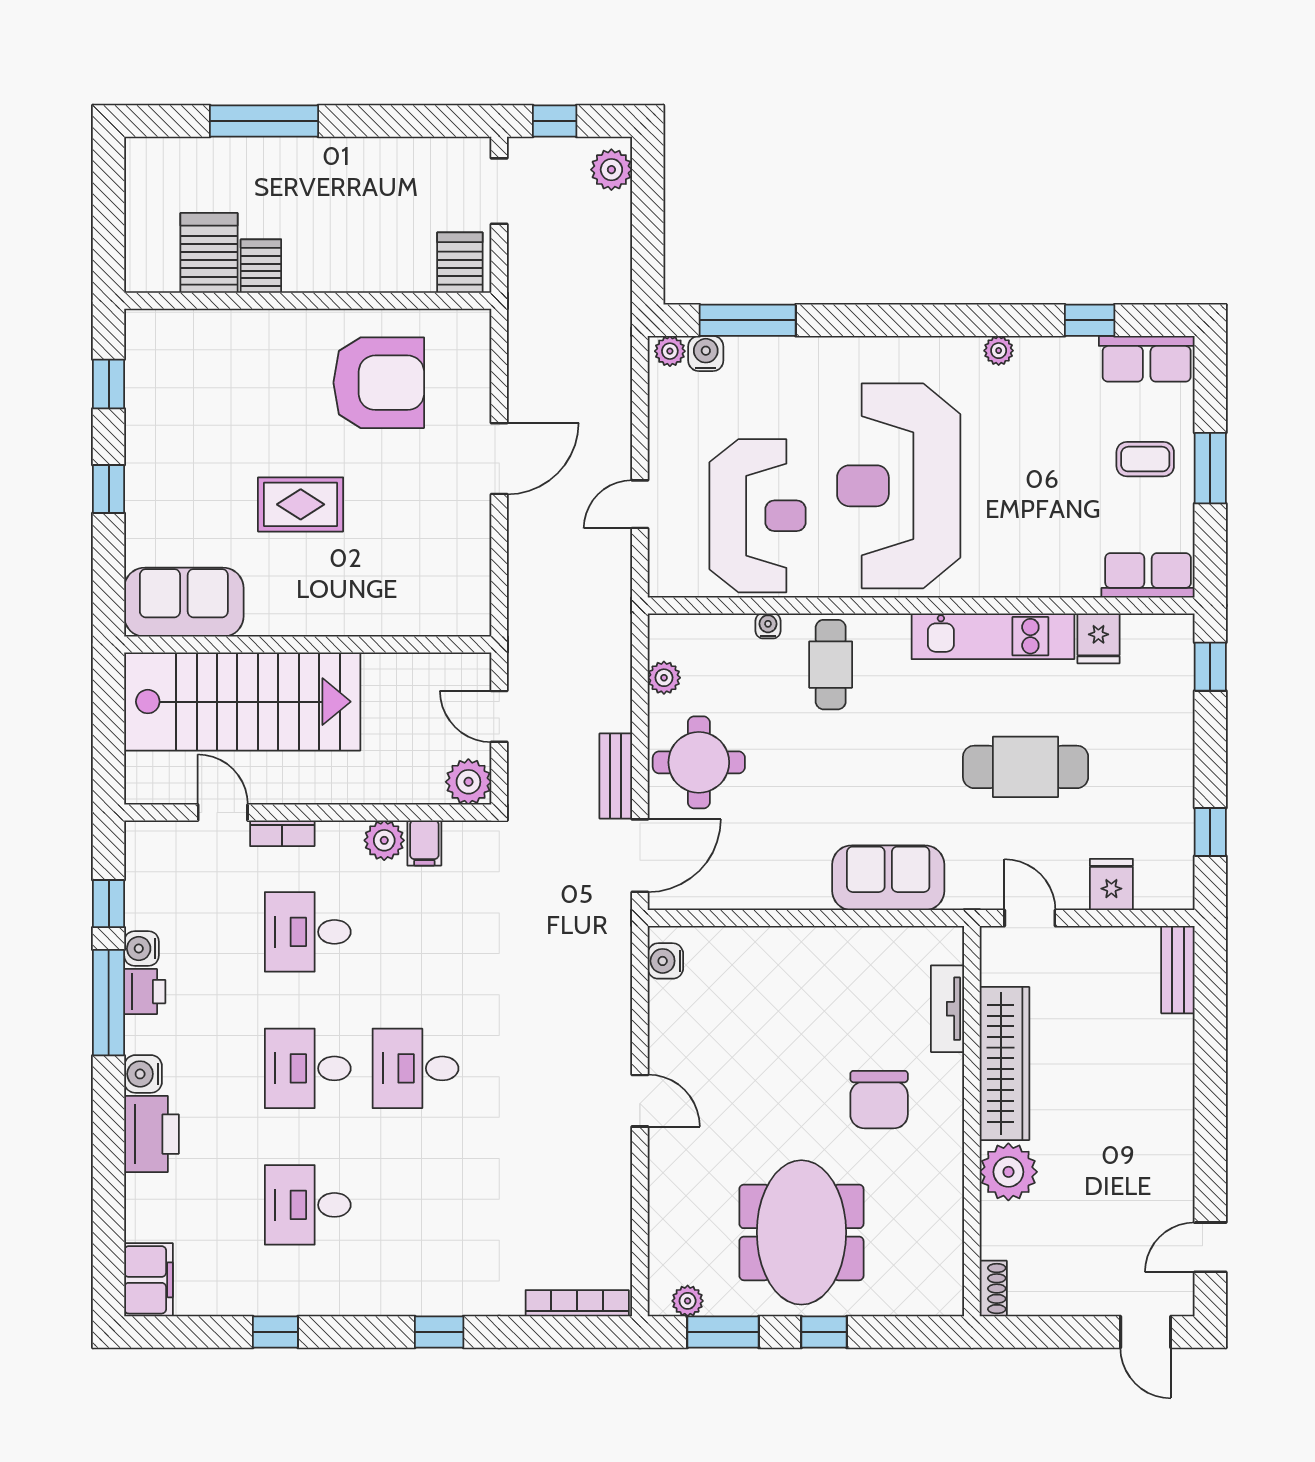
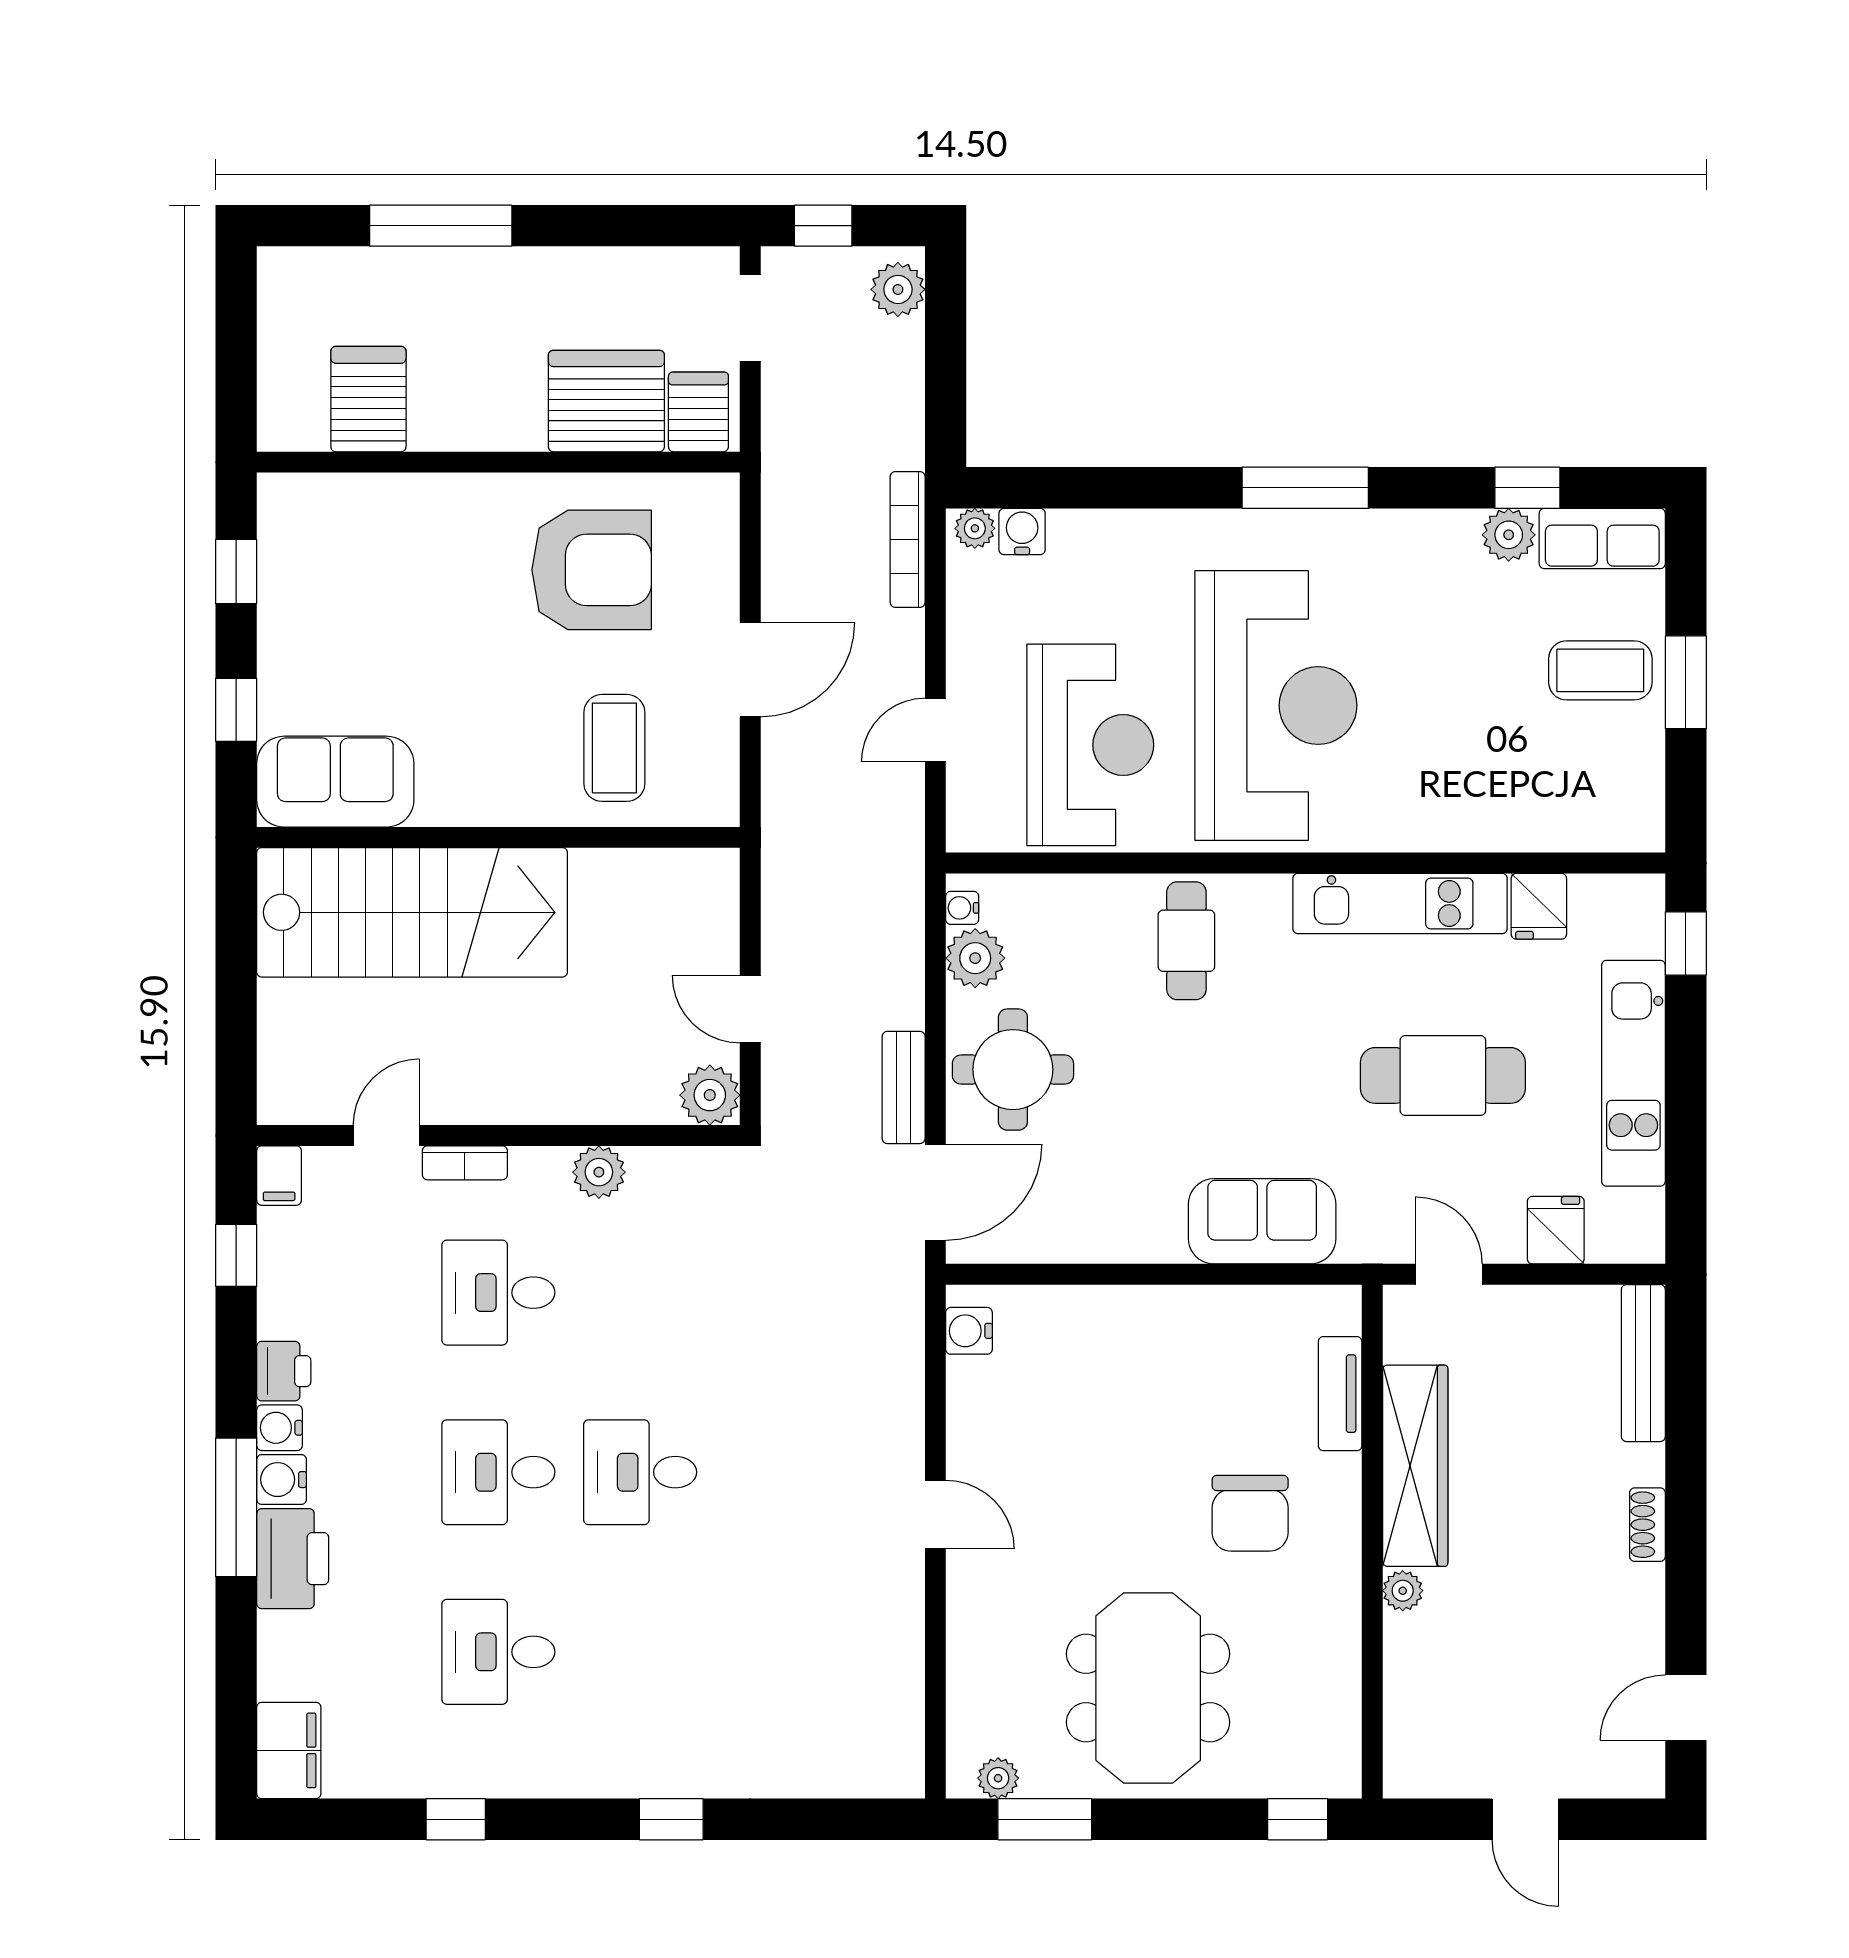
server rack: (261, 266) -> (606, 401), moved, width x2.18, depth x1.44
window: (748, 320) -> (1305, 488), moved
plant: (999, 351) -> (1509, 535), moved, width x1.38, depth x1.38
coffee table: (1145, 459) -> (1600, 670), width x1.36, depth x1.30
reception desk: (899, 486) -> (1276, 706), turned 180
rug: (301, 504) -> (489, 730), removed
coffee table: (396, 518) -> (614, 748), added
row of seats: (1148, 575) -> (1604, 823), removed
sofa: (184, 602) -> (335, 782), moved
water cooler: (768, 626) -> (962, 908), moved, turned -90
wall: (308, 645) -> (498, 837), moved
plant: (664, 678) -> (975, 958), width x1.38, depth x1.38
stairs: (242, 702) -> (412, 912), moved
kitchen unit: (1170, 765) -> (1633, 1073), added
door: (223, 813) -> (386, 1135), hinge flipped
window: (1210, 832) -> (1686, 1161), removed
filing cabinet: (424, 843) -> (279, 1176), moved
water cooler: (141, 949) -> (279, 1428), moved
bench: (1178, 970) -> (1643, 1363), width x1.36
window: (109, 1003) -> (236, 1507), moved
plant: (1008, 1172) -> (1403, 1591), width x0.53, depth x0.53
shoe rack: (993, 1289) -> (1647, 1525), moved, turned 180
bookcase: (577, 1303) -> (908, 539), moved, turned -90
window: (824, 1332) -> (1298, 1819), moved
door: (1146, 1332) -> (1525, 1819), moved

